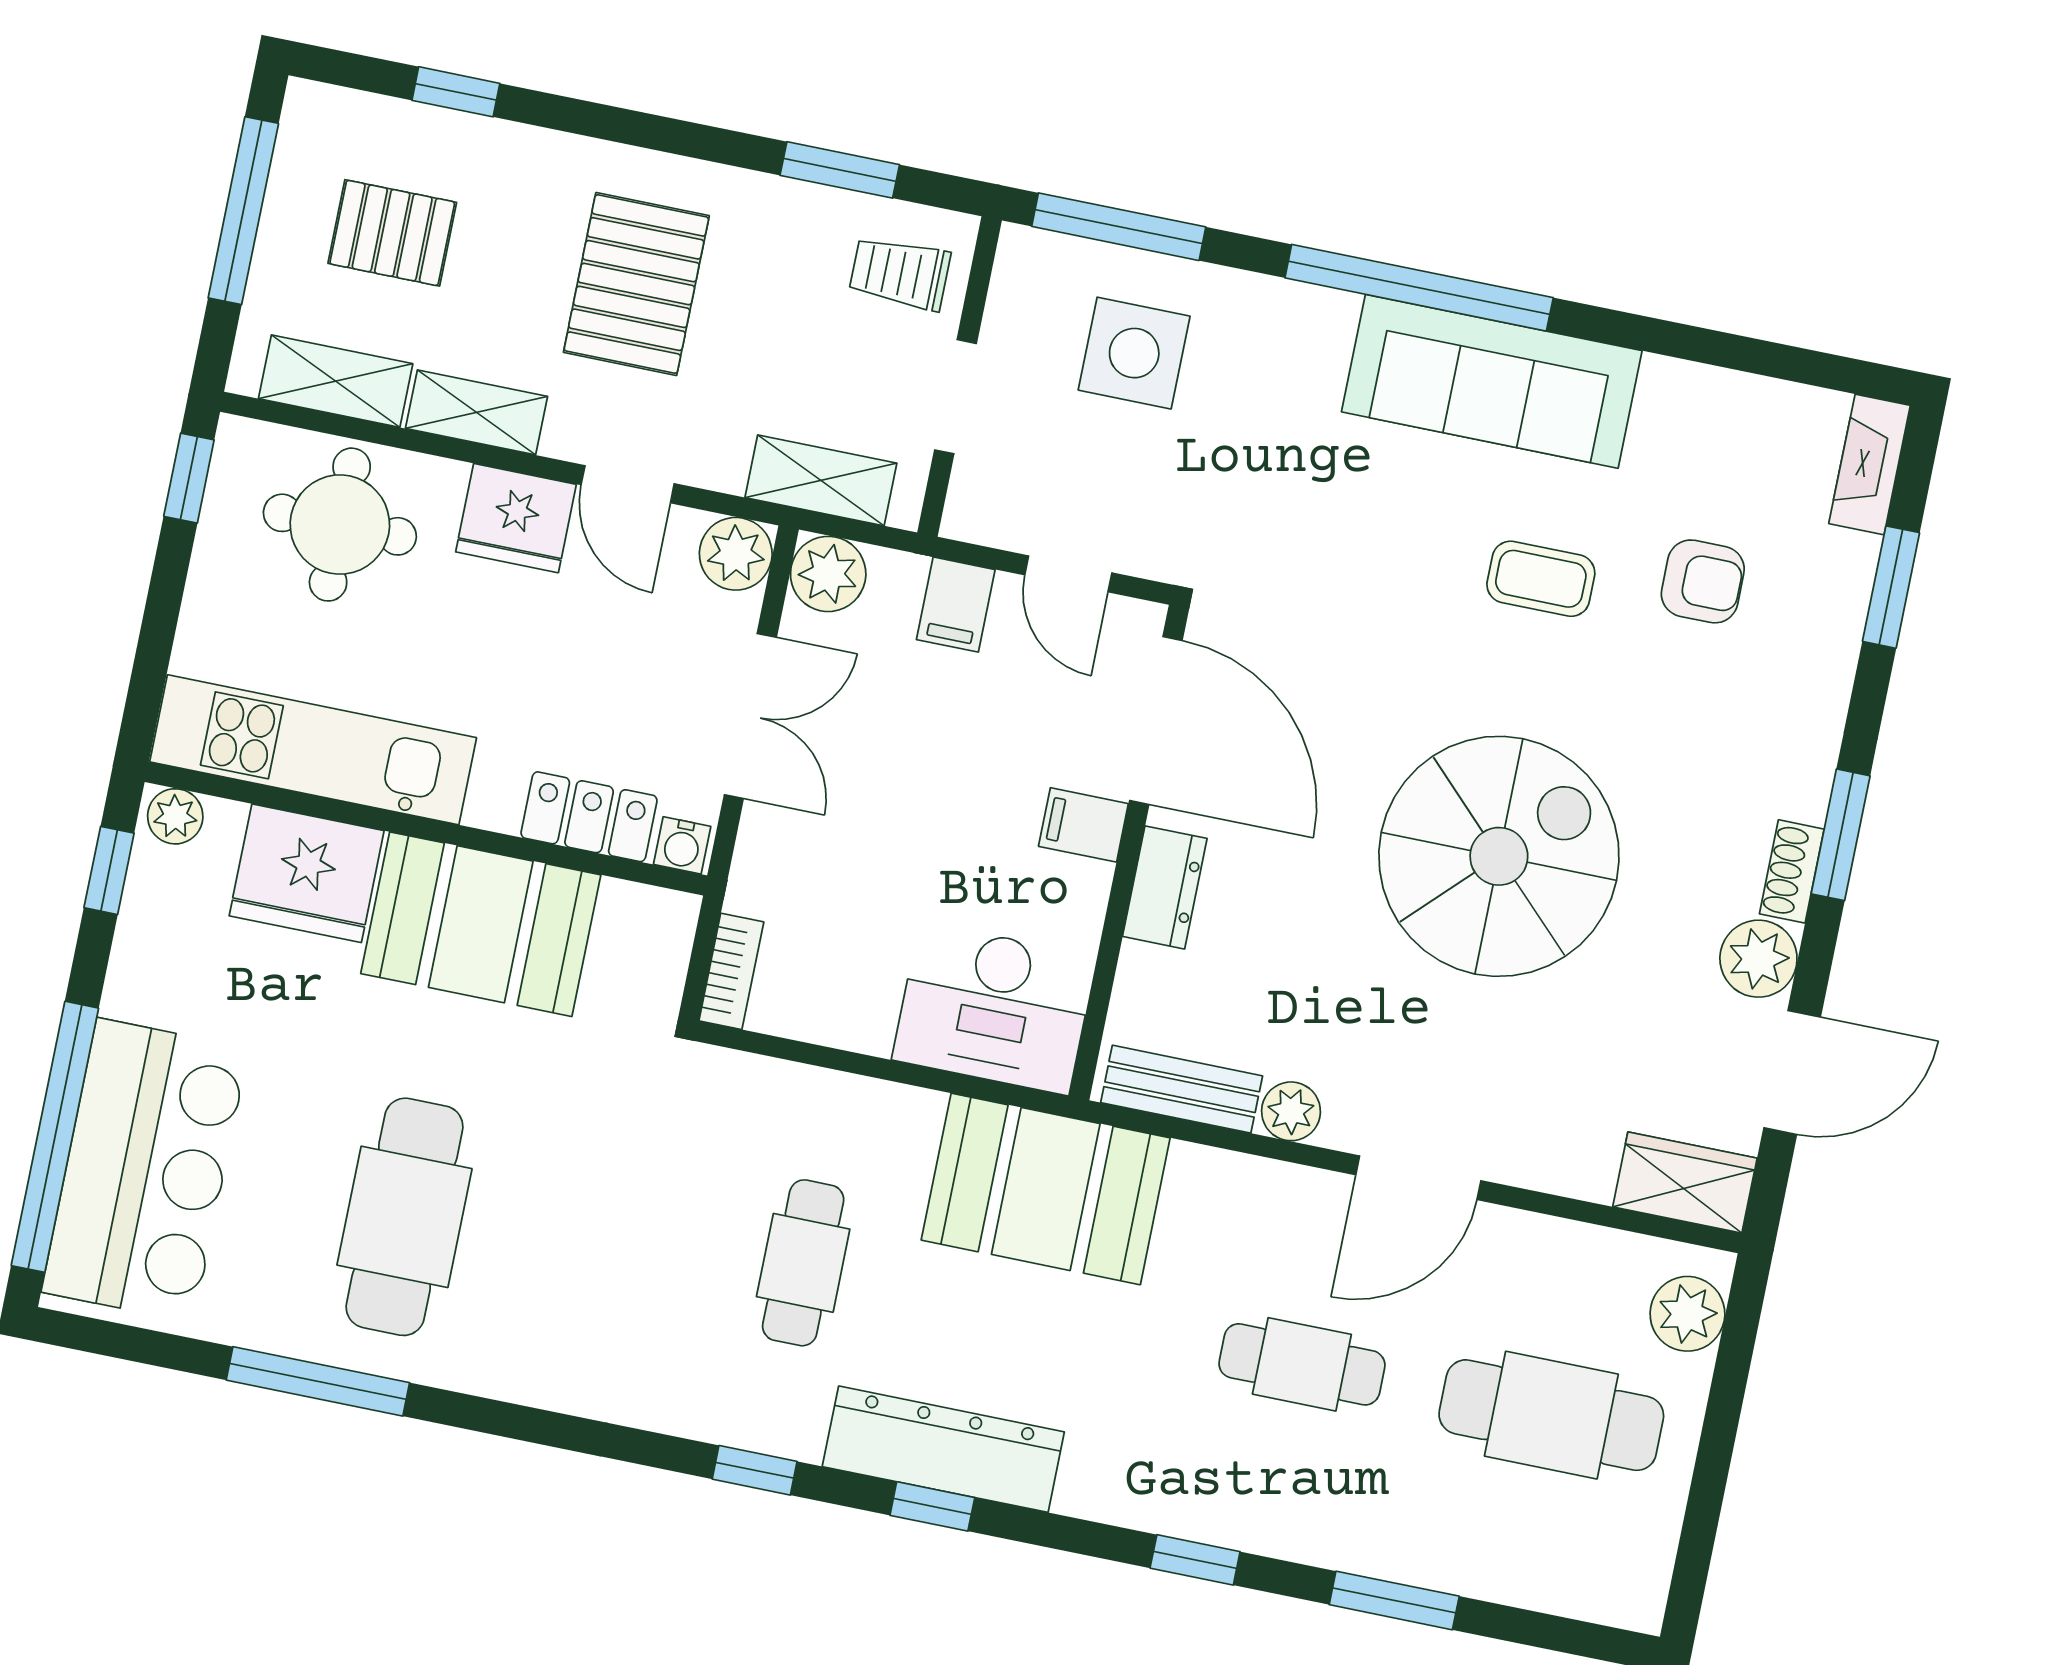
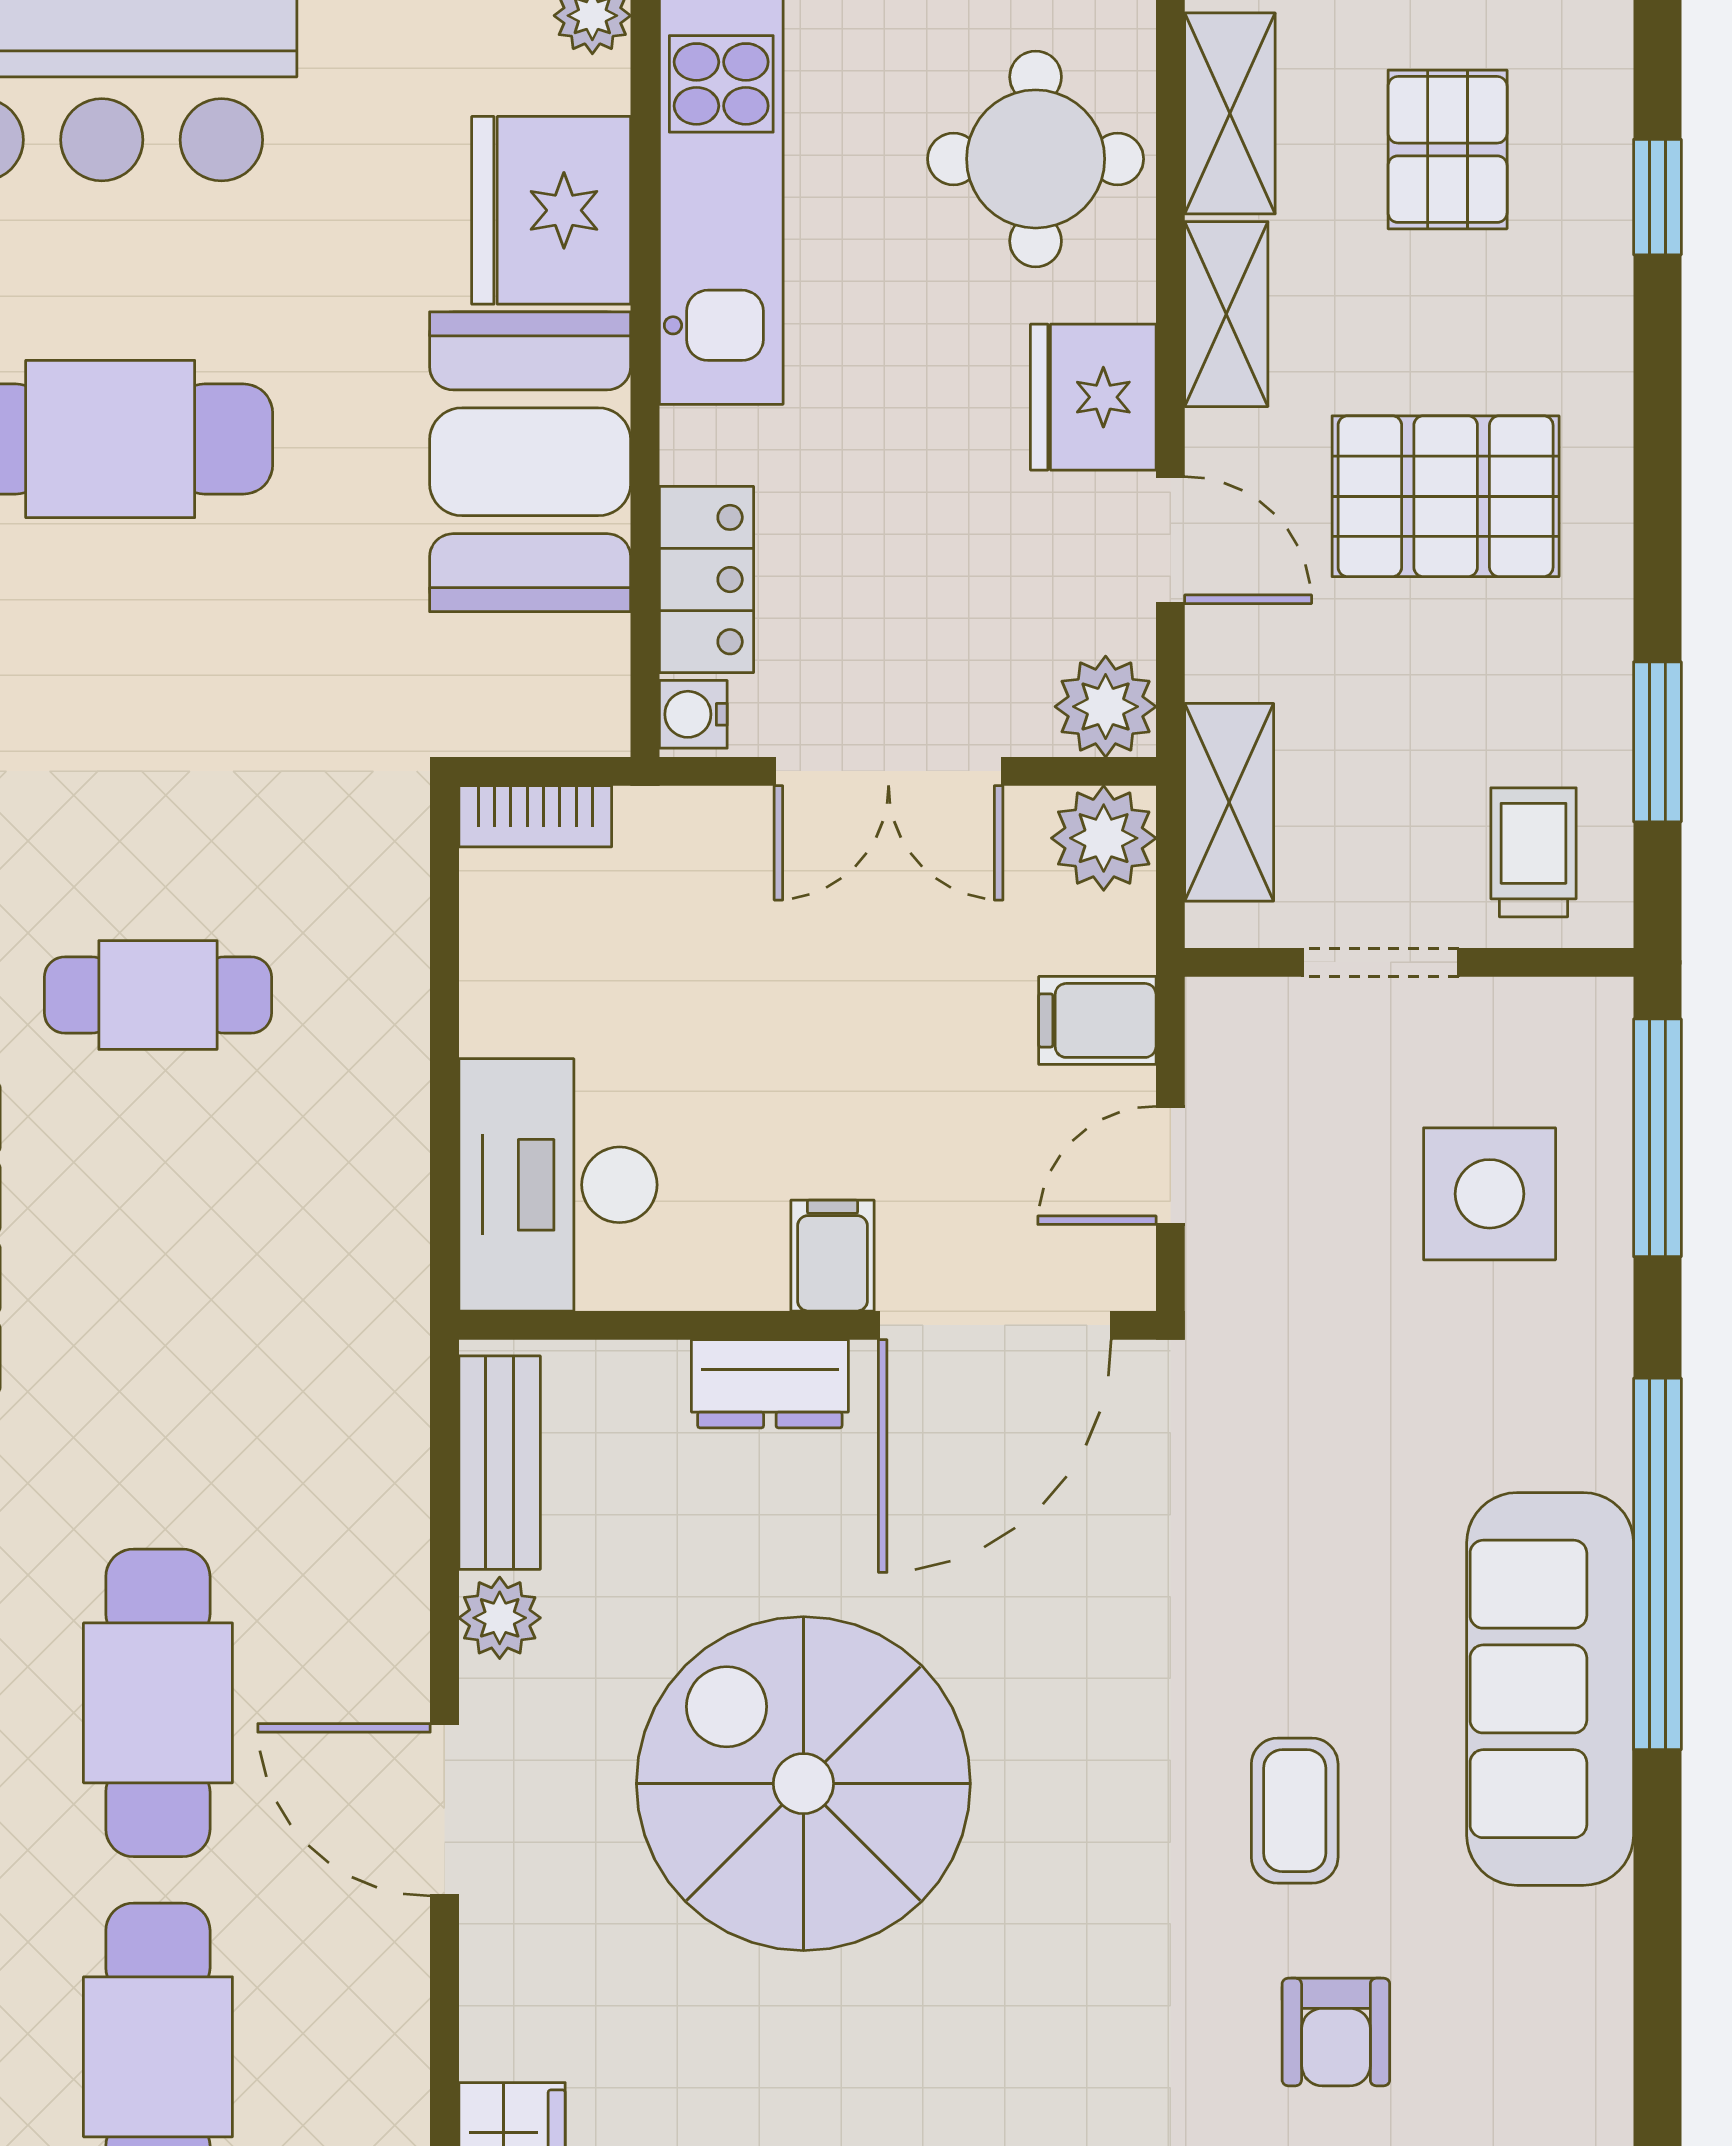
door: (628, 484) -> (1170, 540), swing flipped
spiral stairs: (1499, 856) -> (803, 1784), moved, turned 180
booth: (1046, 1189) -> (326, 1305), removed
cafe table: (1302, 1364) -> (158, 1703), width x1.37, depth x1.35

